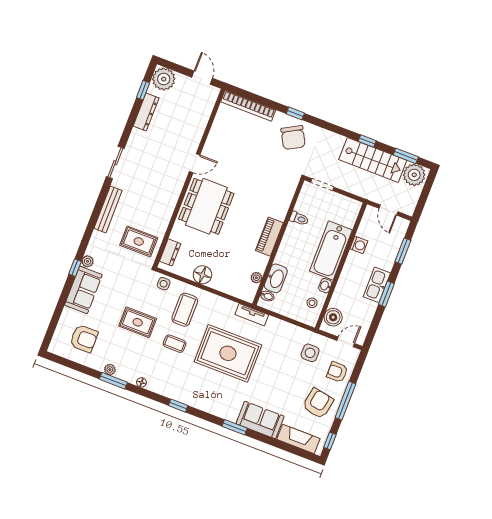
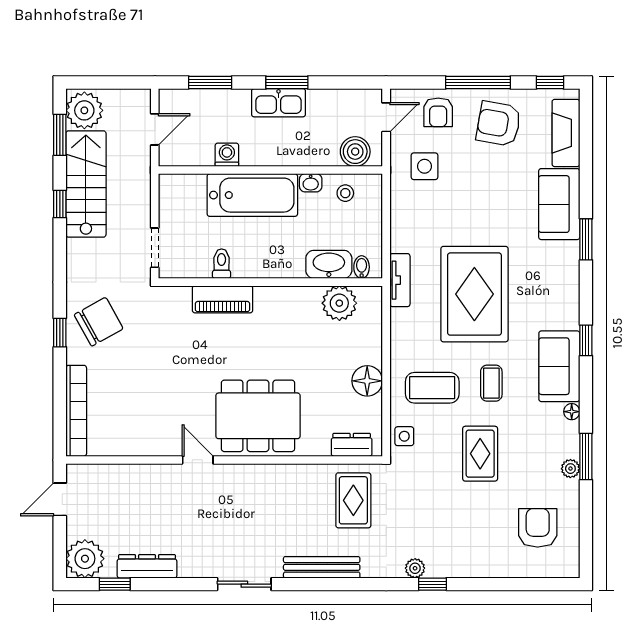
piano: (269, 237) -> (222, 299), moved
plant: (256, 278) -> (339, 303), width x1.88, depth x1.88
sofa: (83, 290) -> (559, 366), moved, turned -90
door: (346, 342) -> (386, 117), swing flipped

